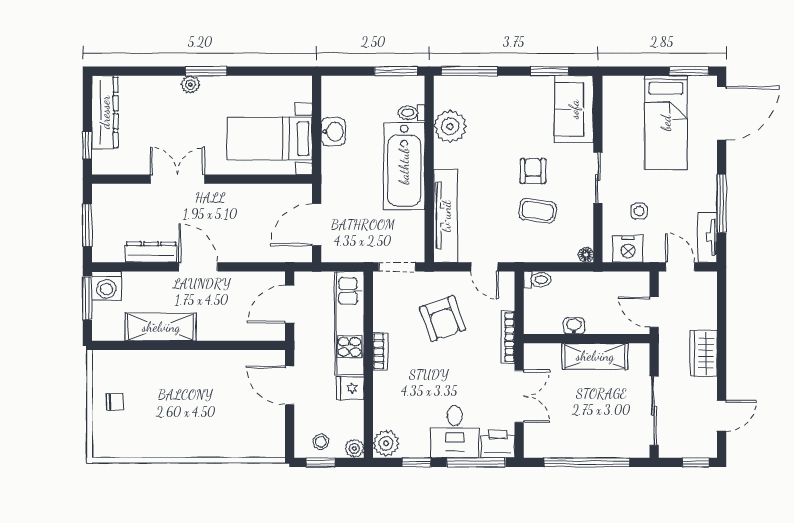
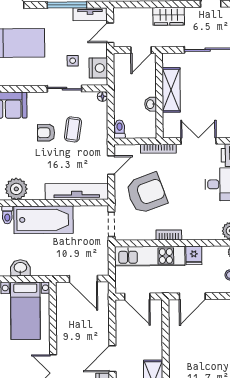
sliding door: (598, 178) -> (64, 89), moved
armchair: (443, 319) -> (146, 193), width x1.36, depth x1.36

